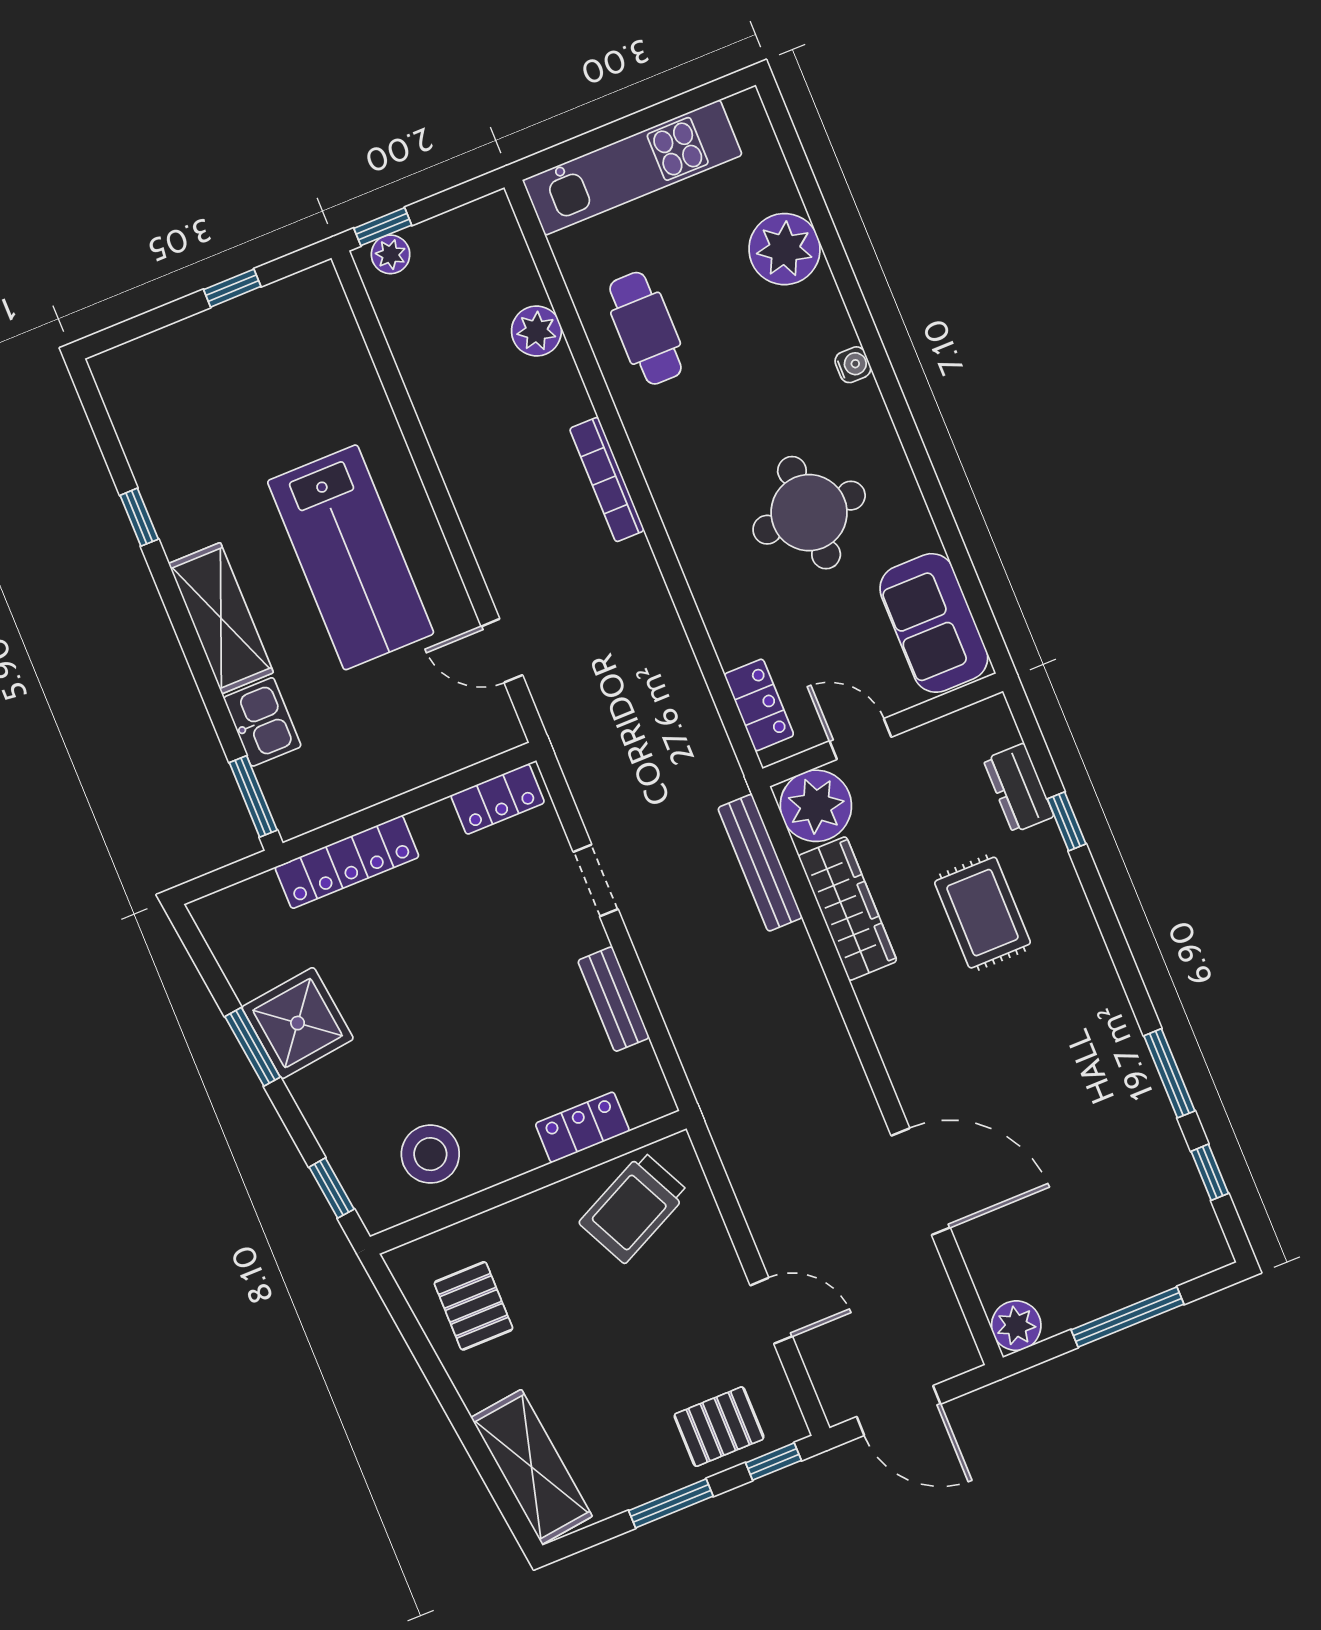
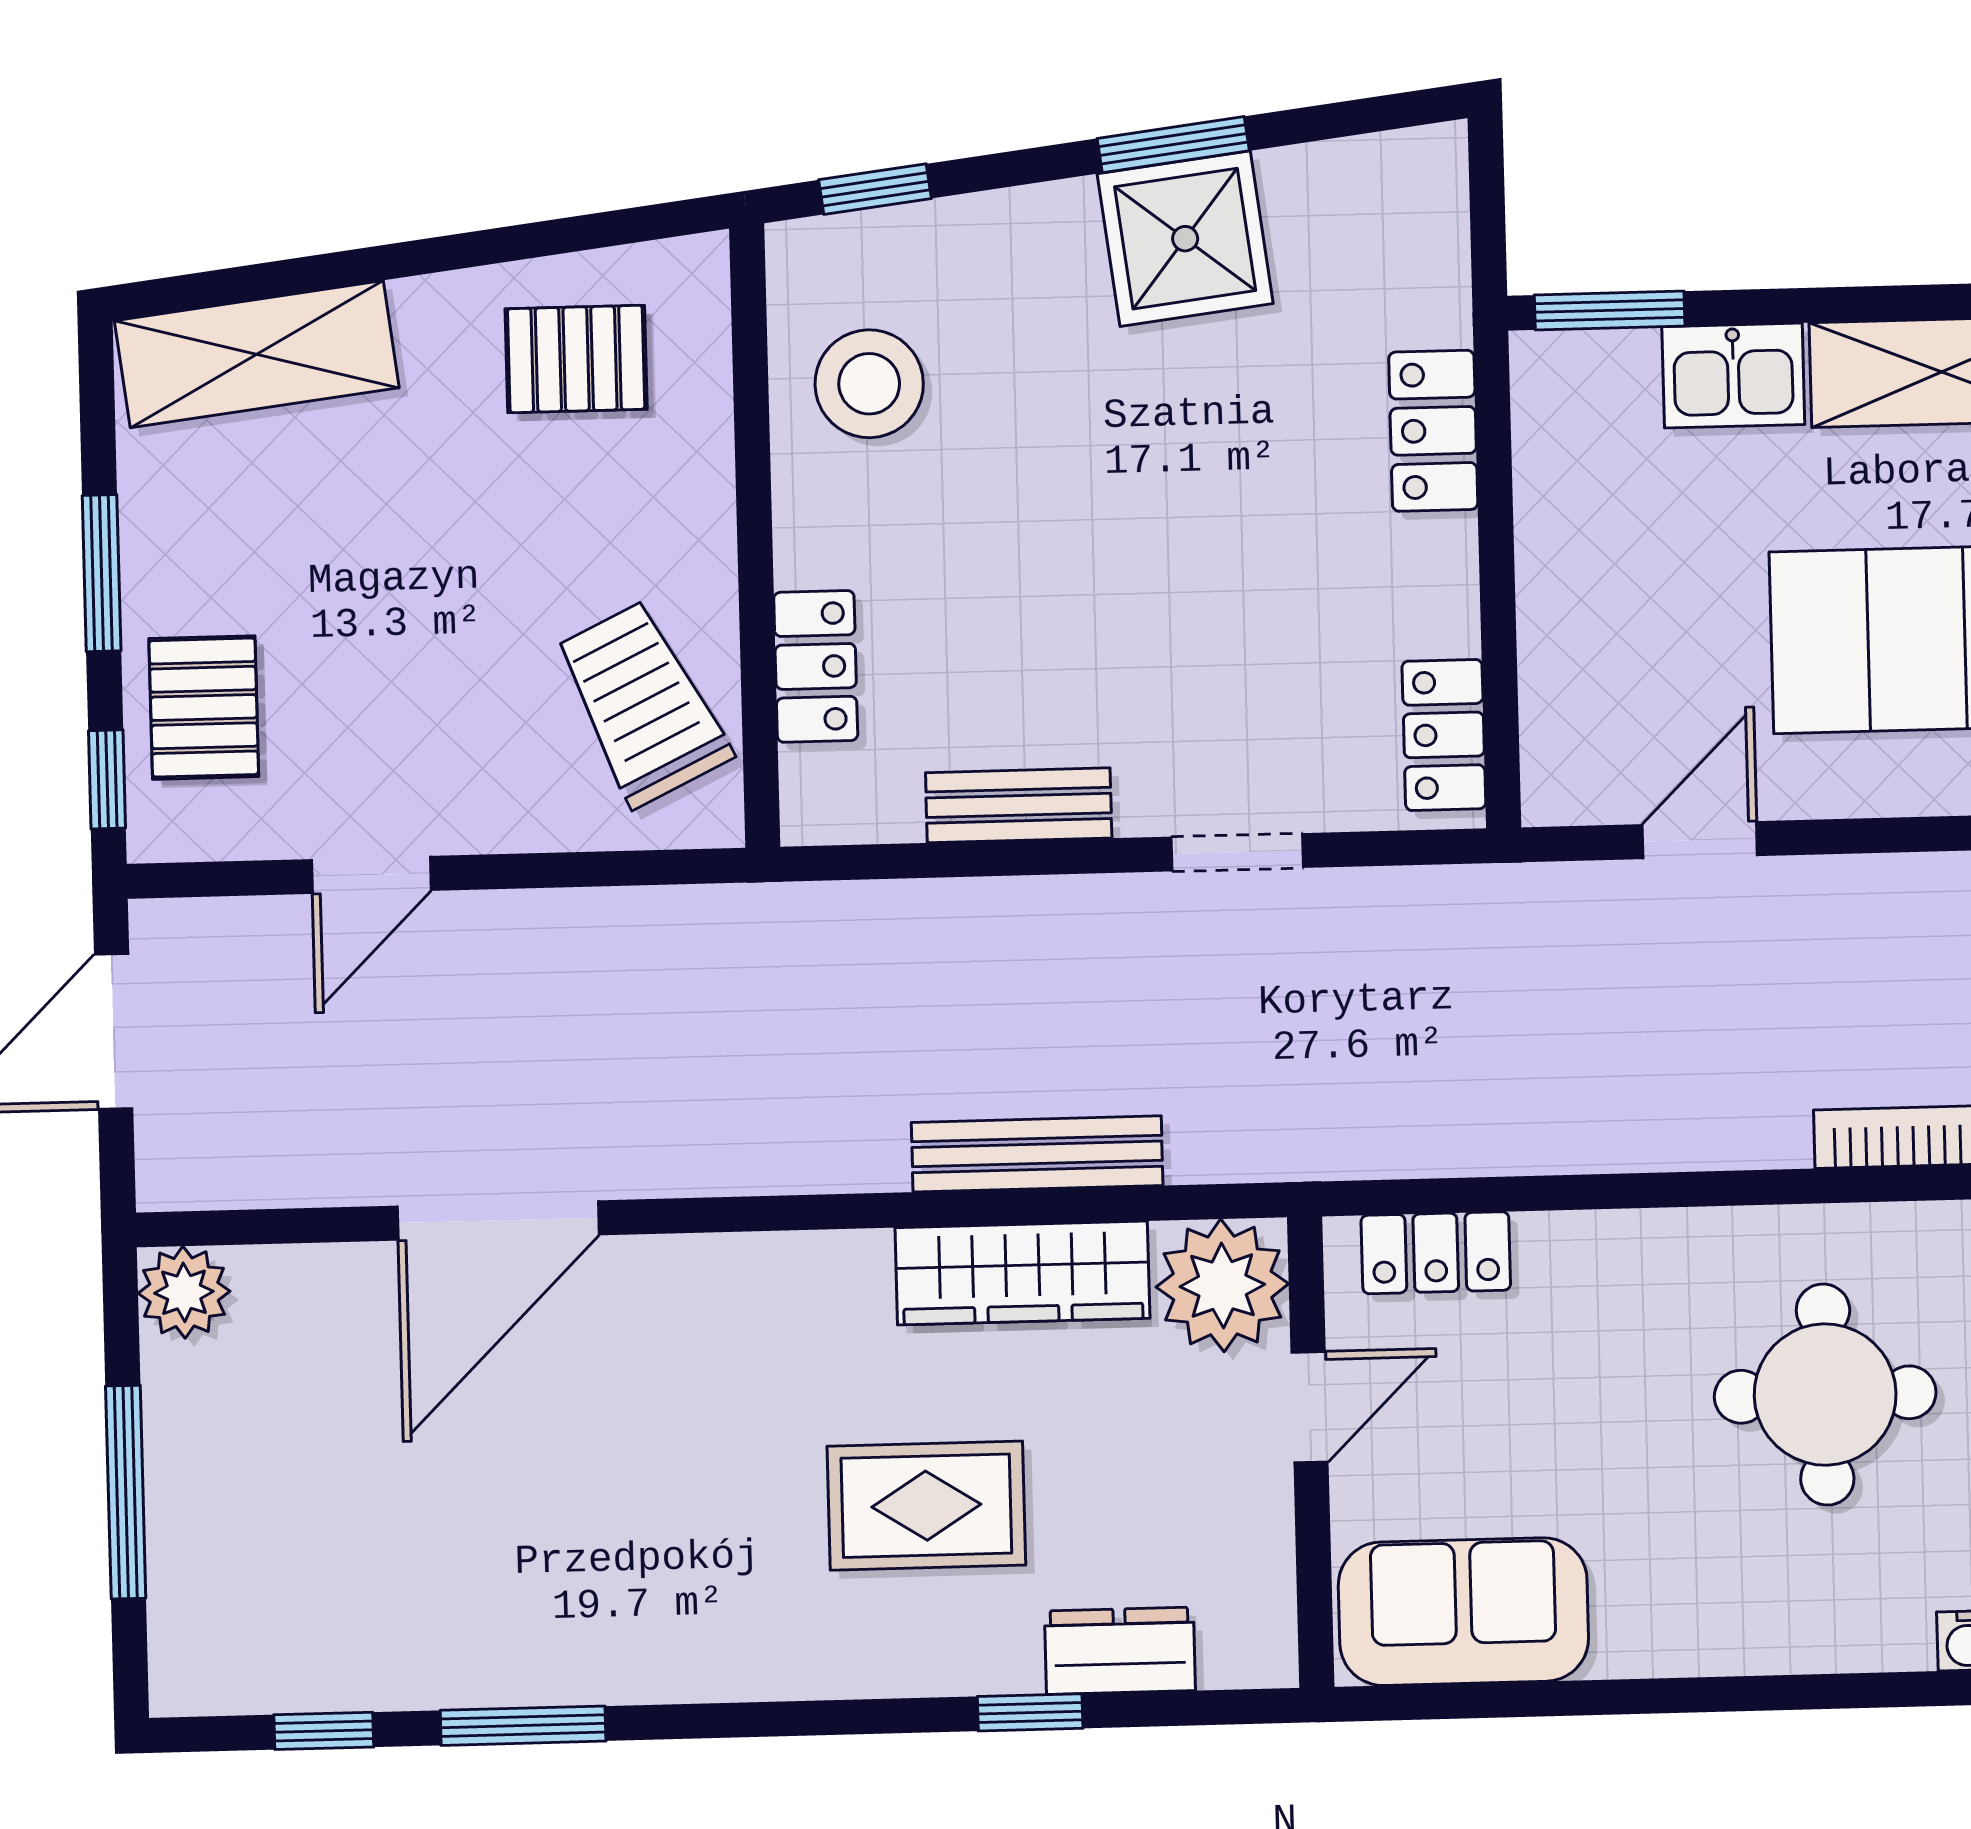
round table: (809, 513) -> (1825, 1395), moved
locker: (347, 862) -> (1433, 431), width x0.66
bench: (760, 863) -> (1037, 1154), moved

